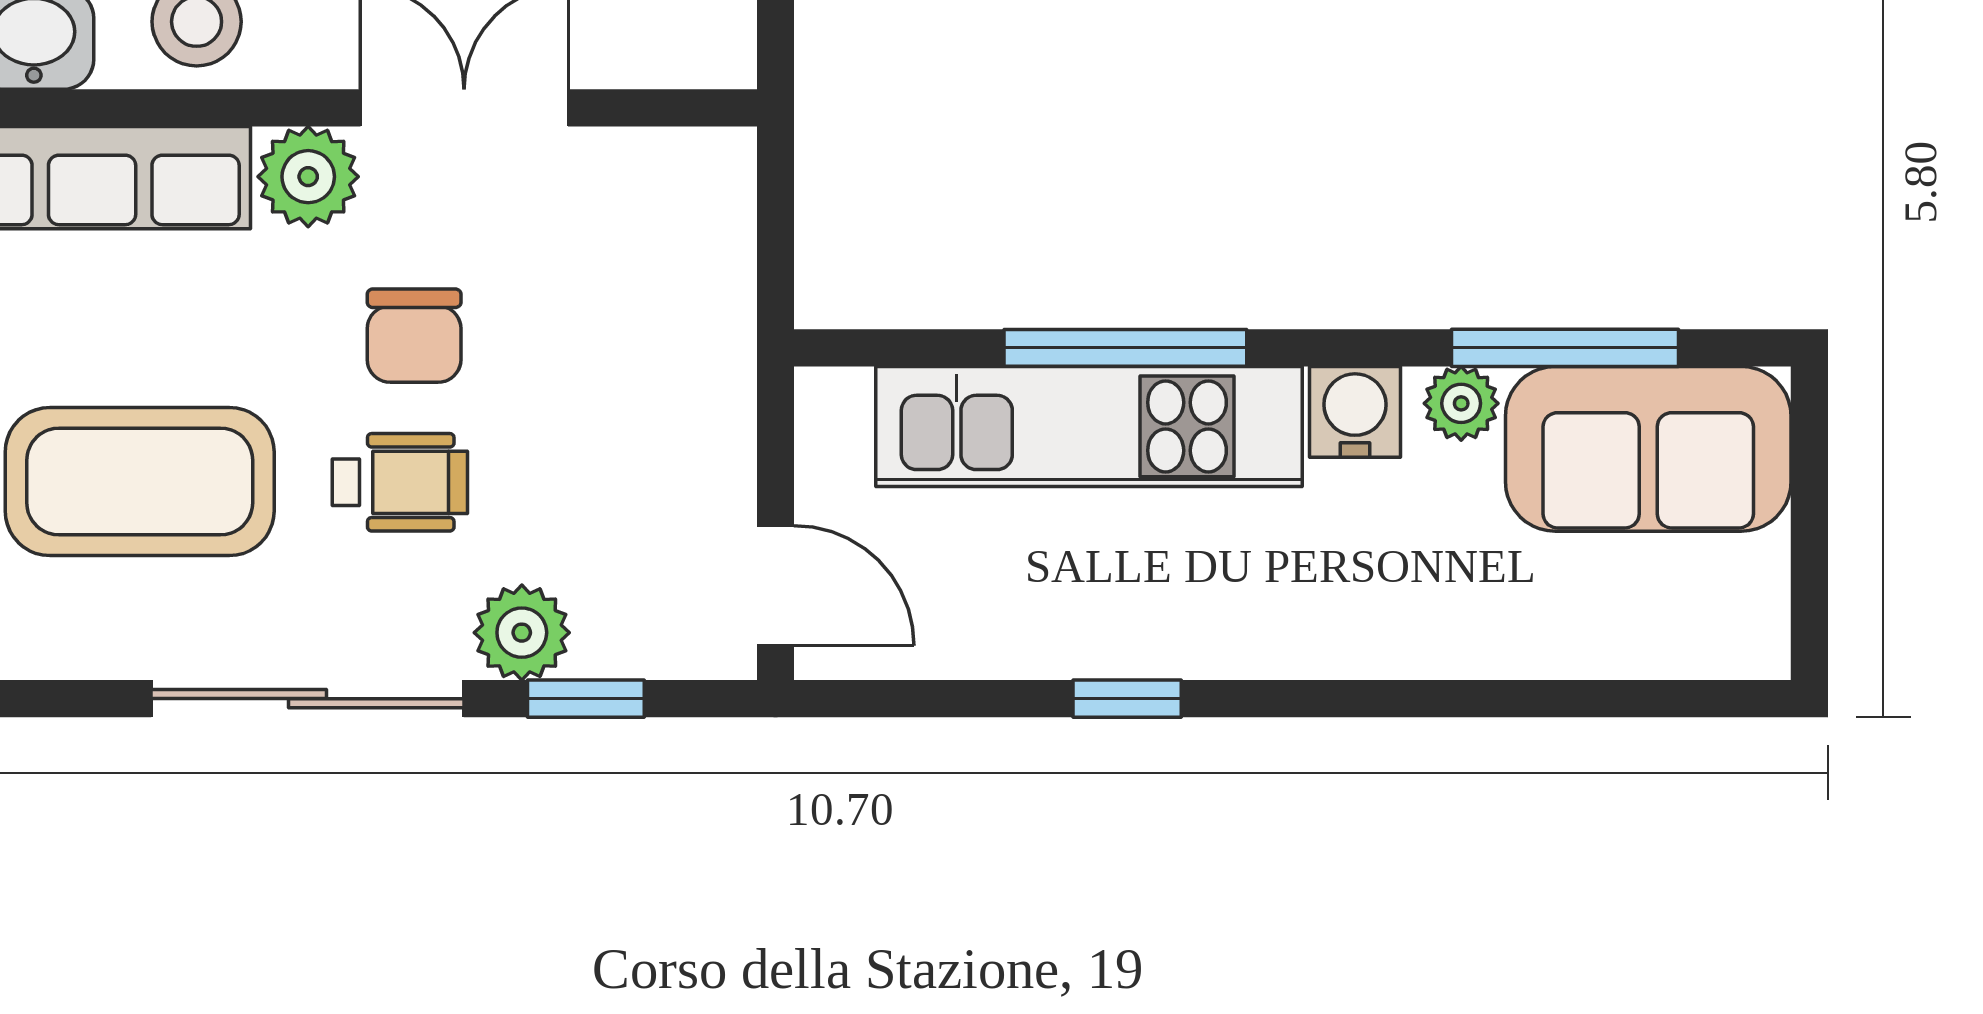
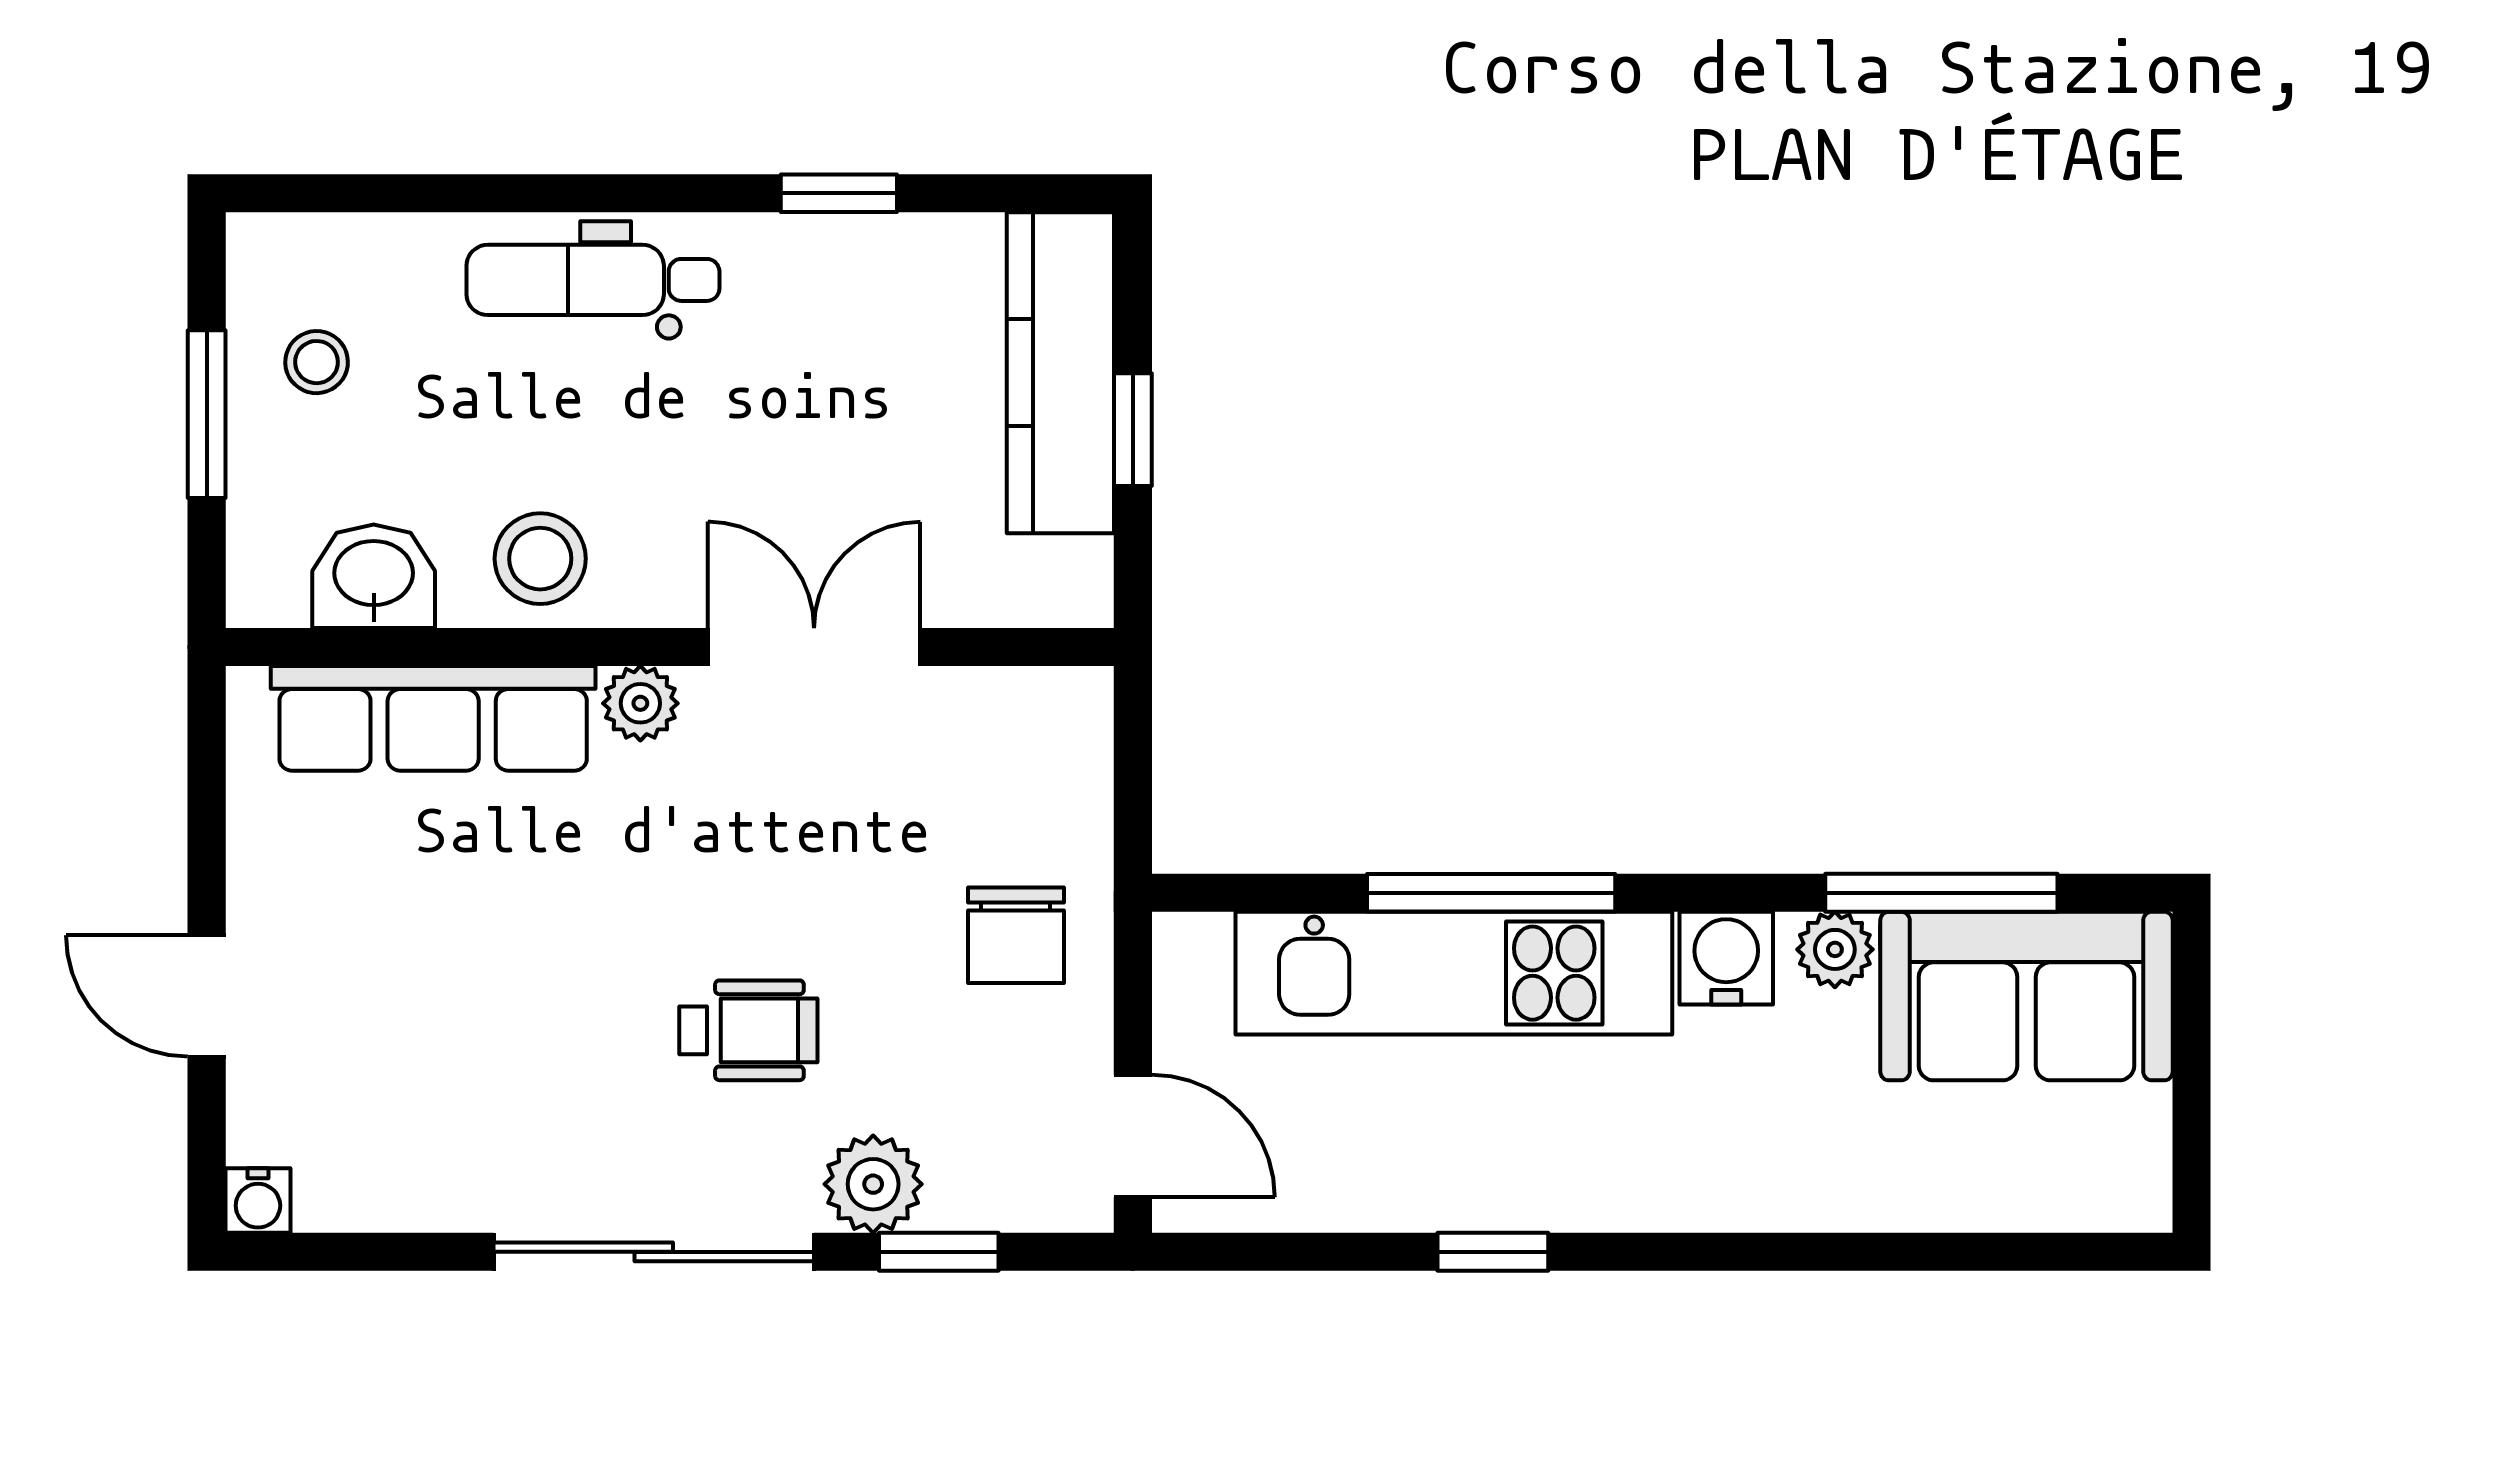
plant: (308, 177) -> (640, 703), width x0.73, depth x0.73
chair: (414, 336) -> (1016, 935), moved
coffee table: (140, 482) -> (482, 1029), removed

